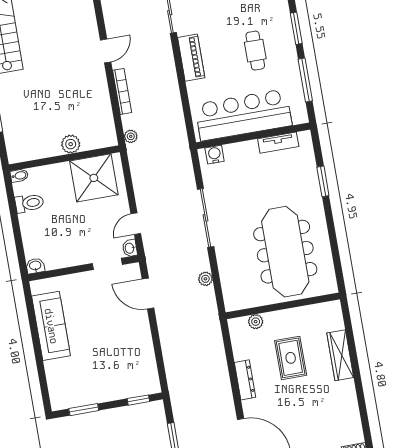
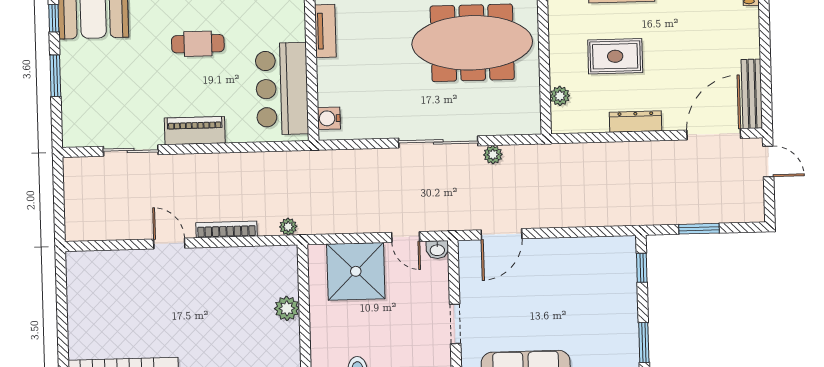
bar counter: (243, 115) -> (282, 89), width x0.73
shower: (94, 178) -> (356, 271), moved
sliding door: (206, 218) -> (438, 142), moved
doorway: (107, 264) -> (455, 324), moved

